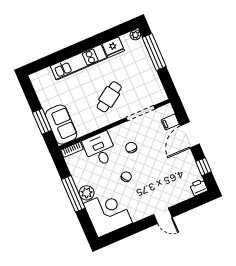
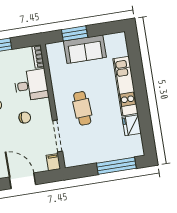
plant: (135, 35) -> (139, 151), removed
cafe table: (109, 97) -> (82, 108), turned 31
filing cabinet: (170, 122) -> (53, 162), moved
sofa: (61, 125) -> (85, 49), moved

